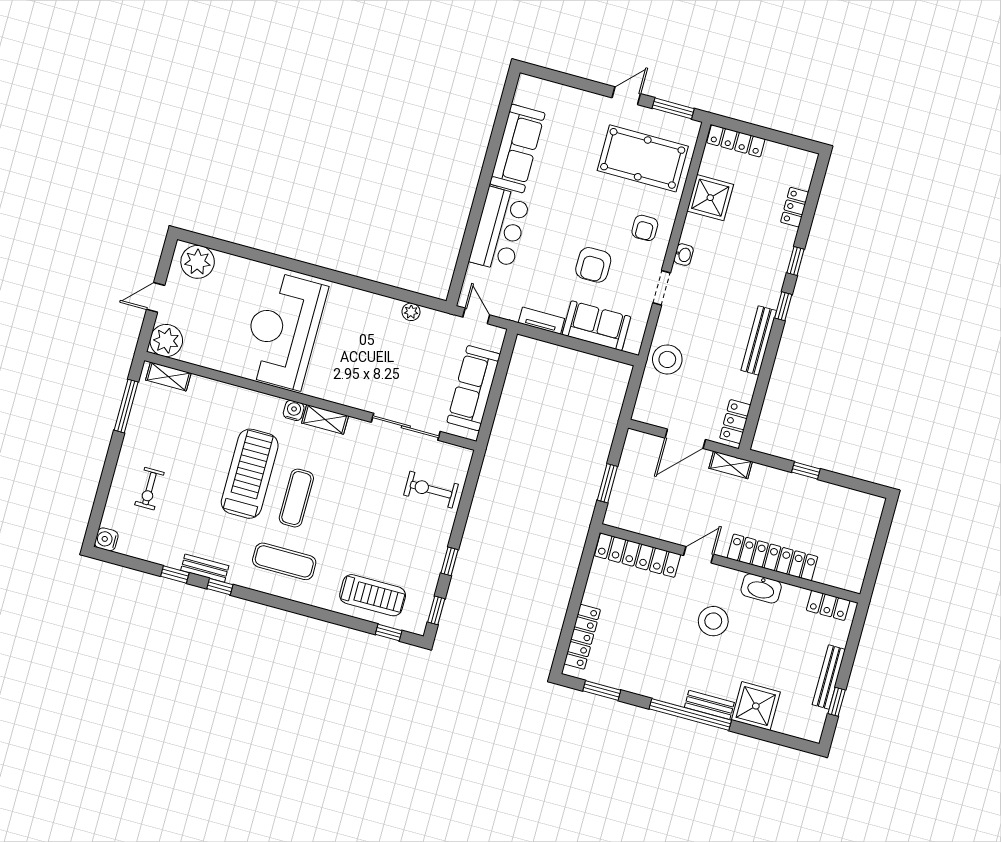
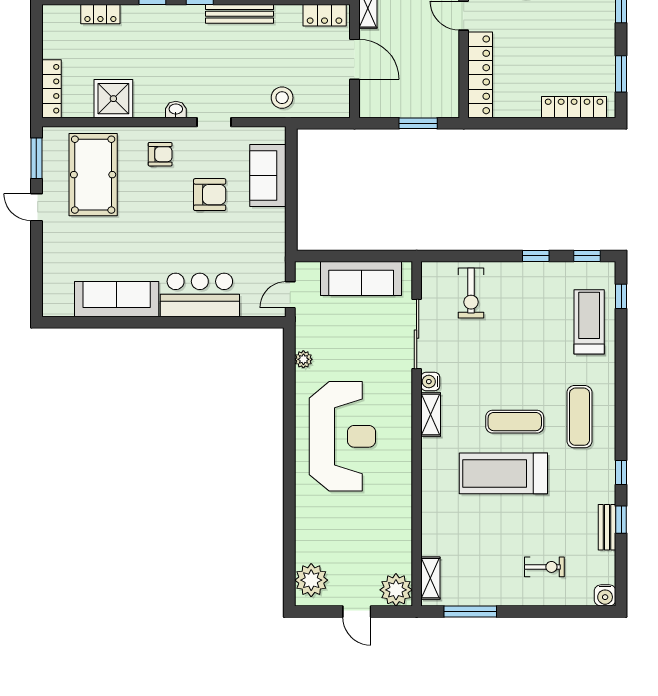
tv unit: (541, 321) -> (278, 230), removed
reception desk: (283, 330) -> (342, 436), moved, turned -90
stool: (667, 359) -> (282, 98), width x0.73, depth x0.73
water cooler: (294, 410) -> (430, 382), moved
bench: (205, 568) -> (607, 527), moved

